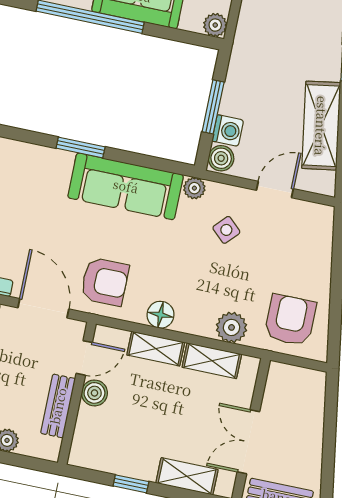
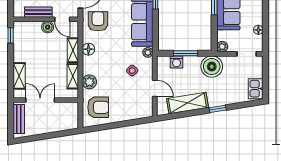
boiler: (221, 158) -> (212, 67), moved, width x1.86, depth x1.86
armchair: (105, 282) -> (98, 21), turned 180
window: (131, 484) -> (11, 35), moved

